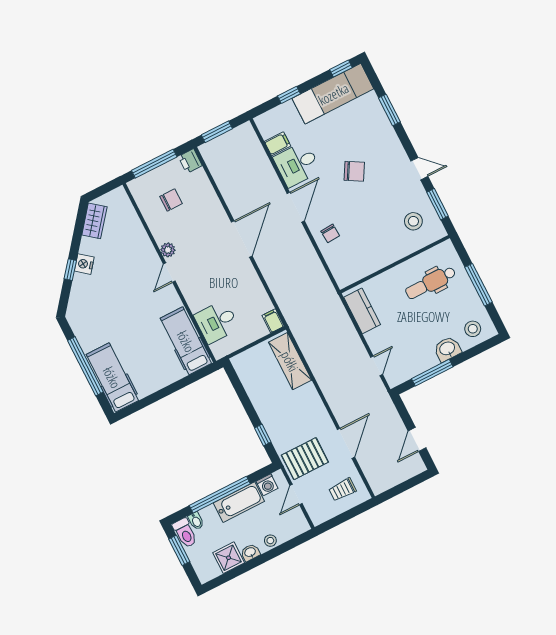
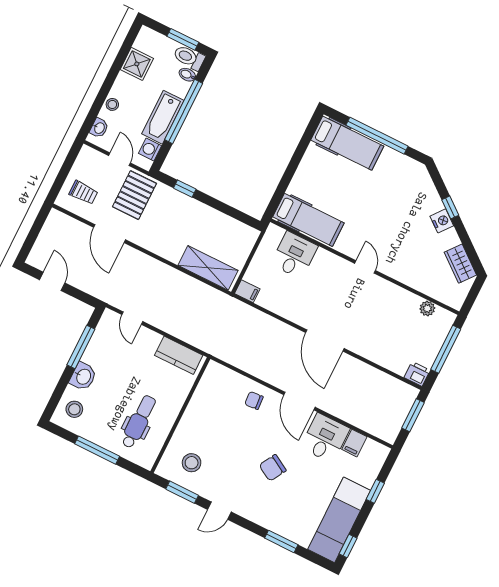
chair: (171, 200) -> (409, 329), removed
plant: (168, 250) -> (427, 308), moved
trolley: (343, 490) -> (83, 193), turned 90
washbasin: (250, 552) -> (99, 128), moved

